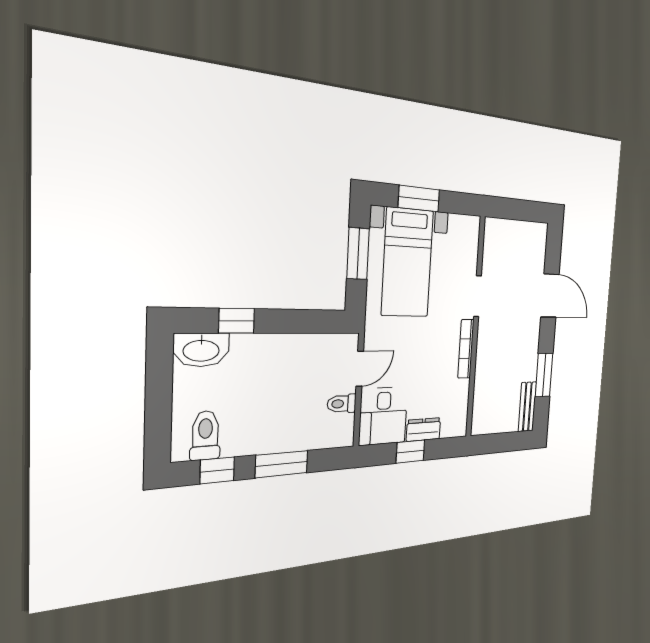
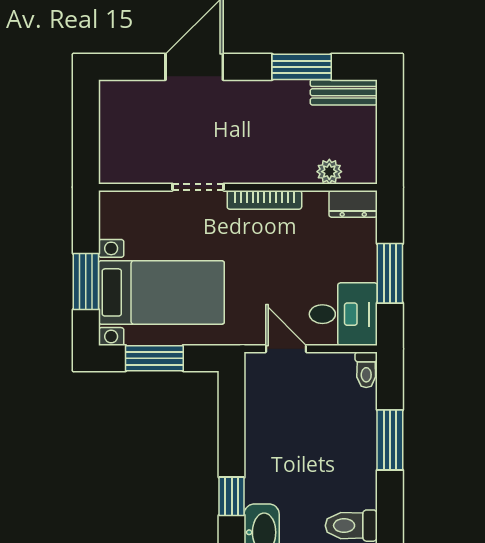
plant: (481, 399) -> (329, 172), added
toilet: (342, 404) -> (366, 370), moved
dresser: (423, 430) -> (353, 204), moved, turned -90
window: (410, 452) -> (390, 273), width x1.50
window: (217, 470) -> (390, 512), removed

